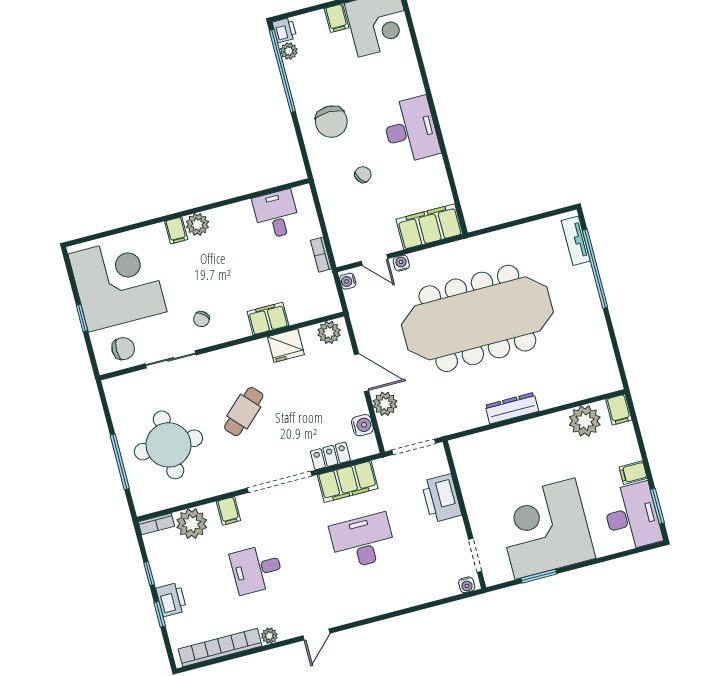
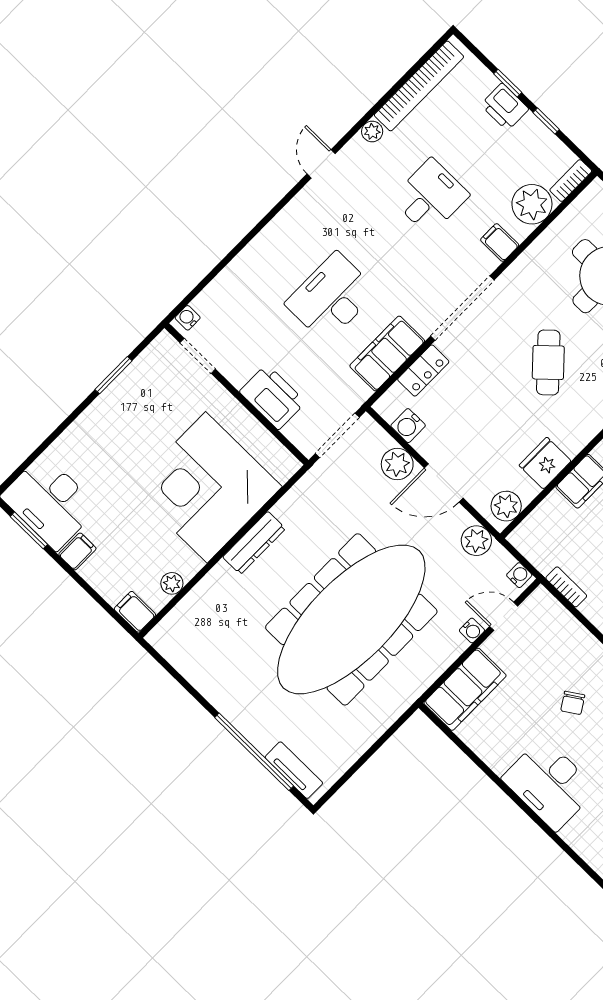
plant: (363, 321) -> (476, 541), added
plant: (585, 421) -> (172, 583), width x0.53, depth x0.53
corner desk: (545, 529) -> (206, 487), moved, turned 180
desk: (363, 541) -> (331, 297), turned 180

